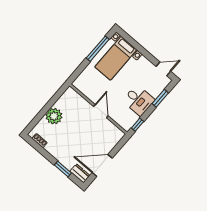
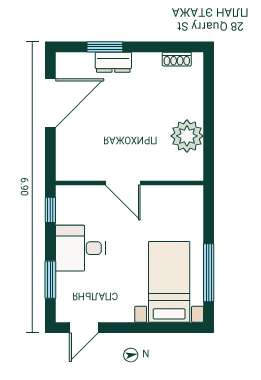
plant: (54, 116) -> (187, 136), moved
dresser: (80, 173) -> (113, 62), moved

